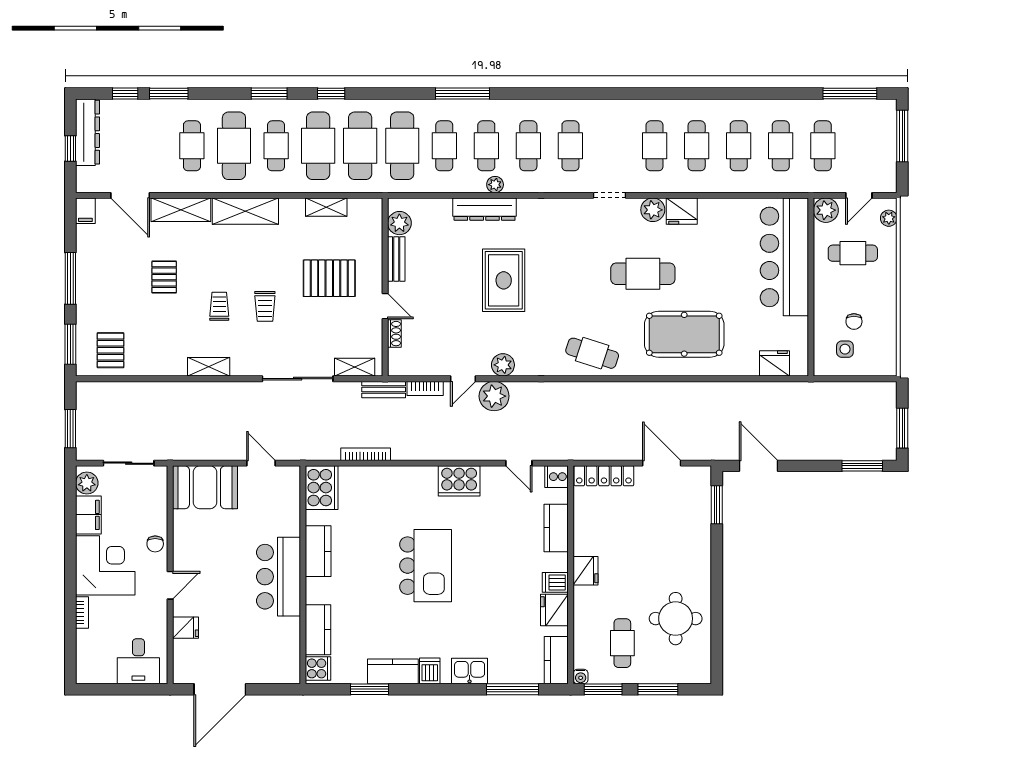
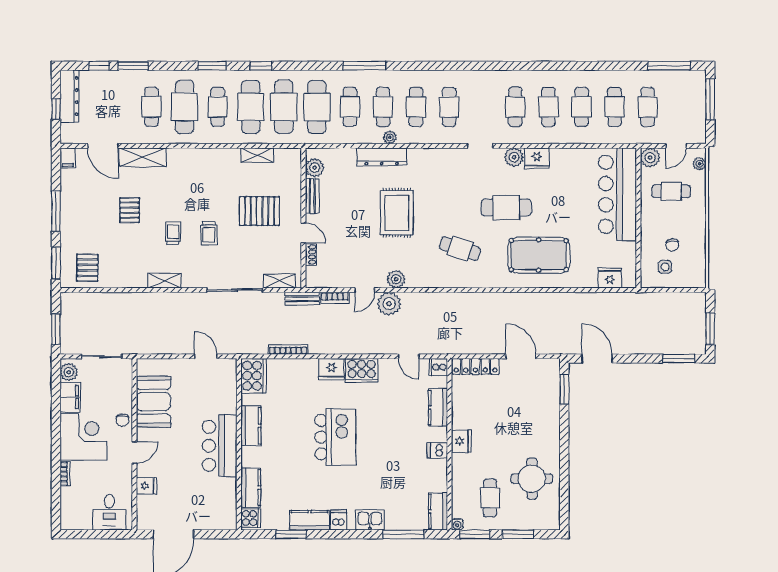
shelving: (245, 211) -> (194, 158), removed
cafe table: (592, 353) -> (460, 248), moved
booth: (205, 487) -> (153, 402), moved, turned 90
fridge: (554, 610) -> (331, 369), moved, turned -90

